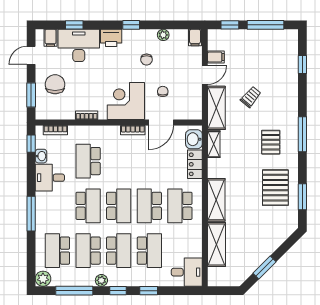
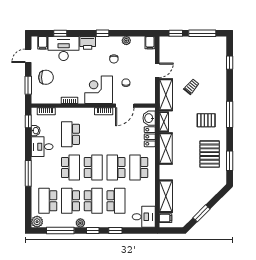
filing cabinet: (216, 57) -> (165, 218), moved
chair: (55, 84) -> (46, 77), turned 90
pallet: (271, 142) -> (206, 120), turned 90
shelving: (216, 200) -> (166, 148), moved

